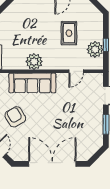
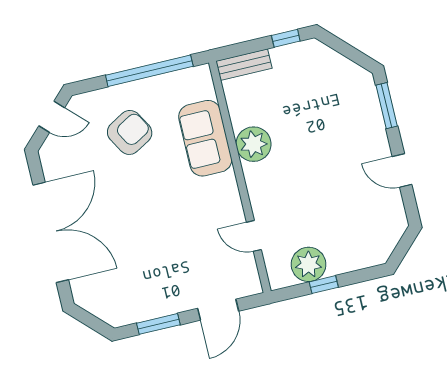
rug: (69, 33) -> (329, 202), removed
sofa: (32, 83) -> (205, 138), width x0.73

